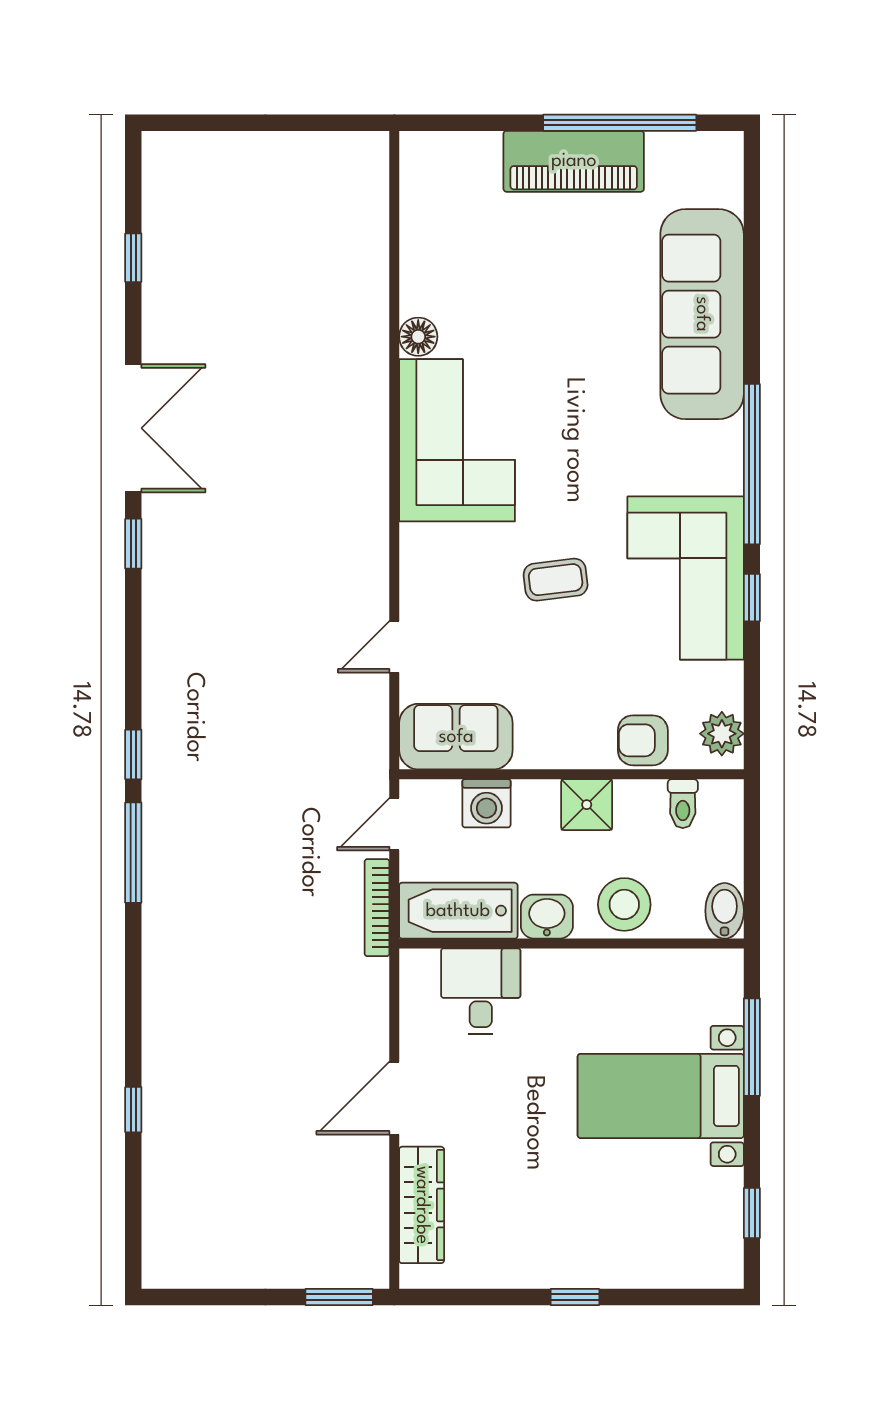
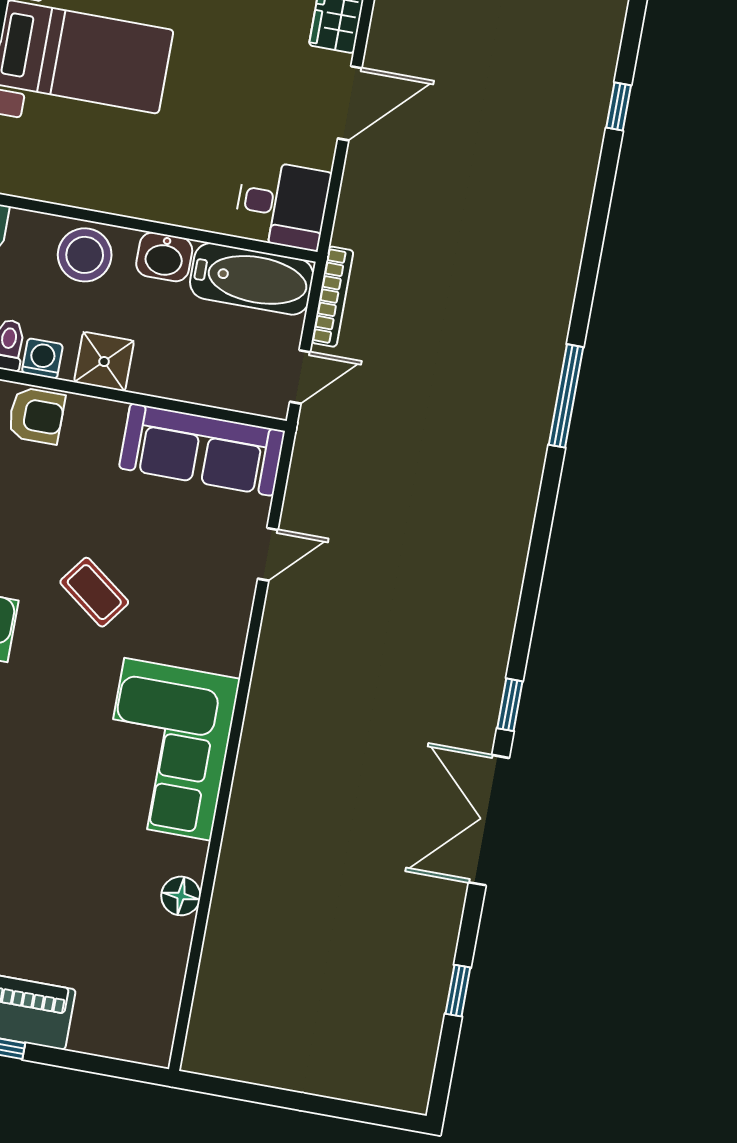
floor lamp: (418, 337) -> (181, 896), moved
coffee table: (556, 580) -> (94, 592), turned 44
sofa: (456, 737) -> (202, 450), width x1.36
window: (133, 754) -> (548, 494), removed
washing machine: (486, 803) -> (42, 359), moved, width x0.73, depth x0.73
desk: (481, 991) -> (282, 205), moved, turned -90
window: (133, 1110) -> (619, 107), moved

